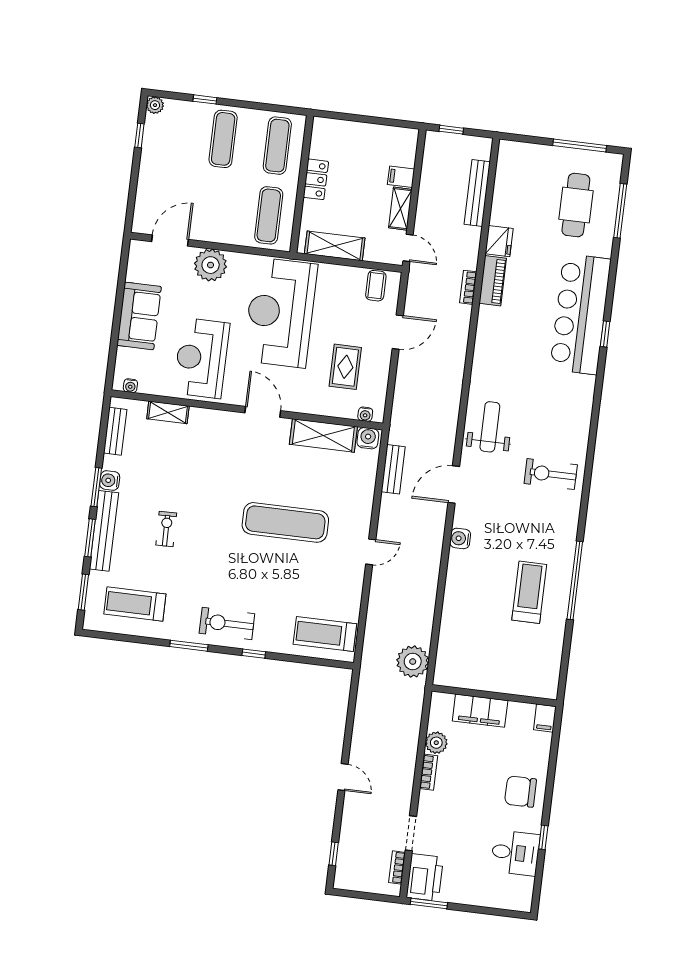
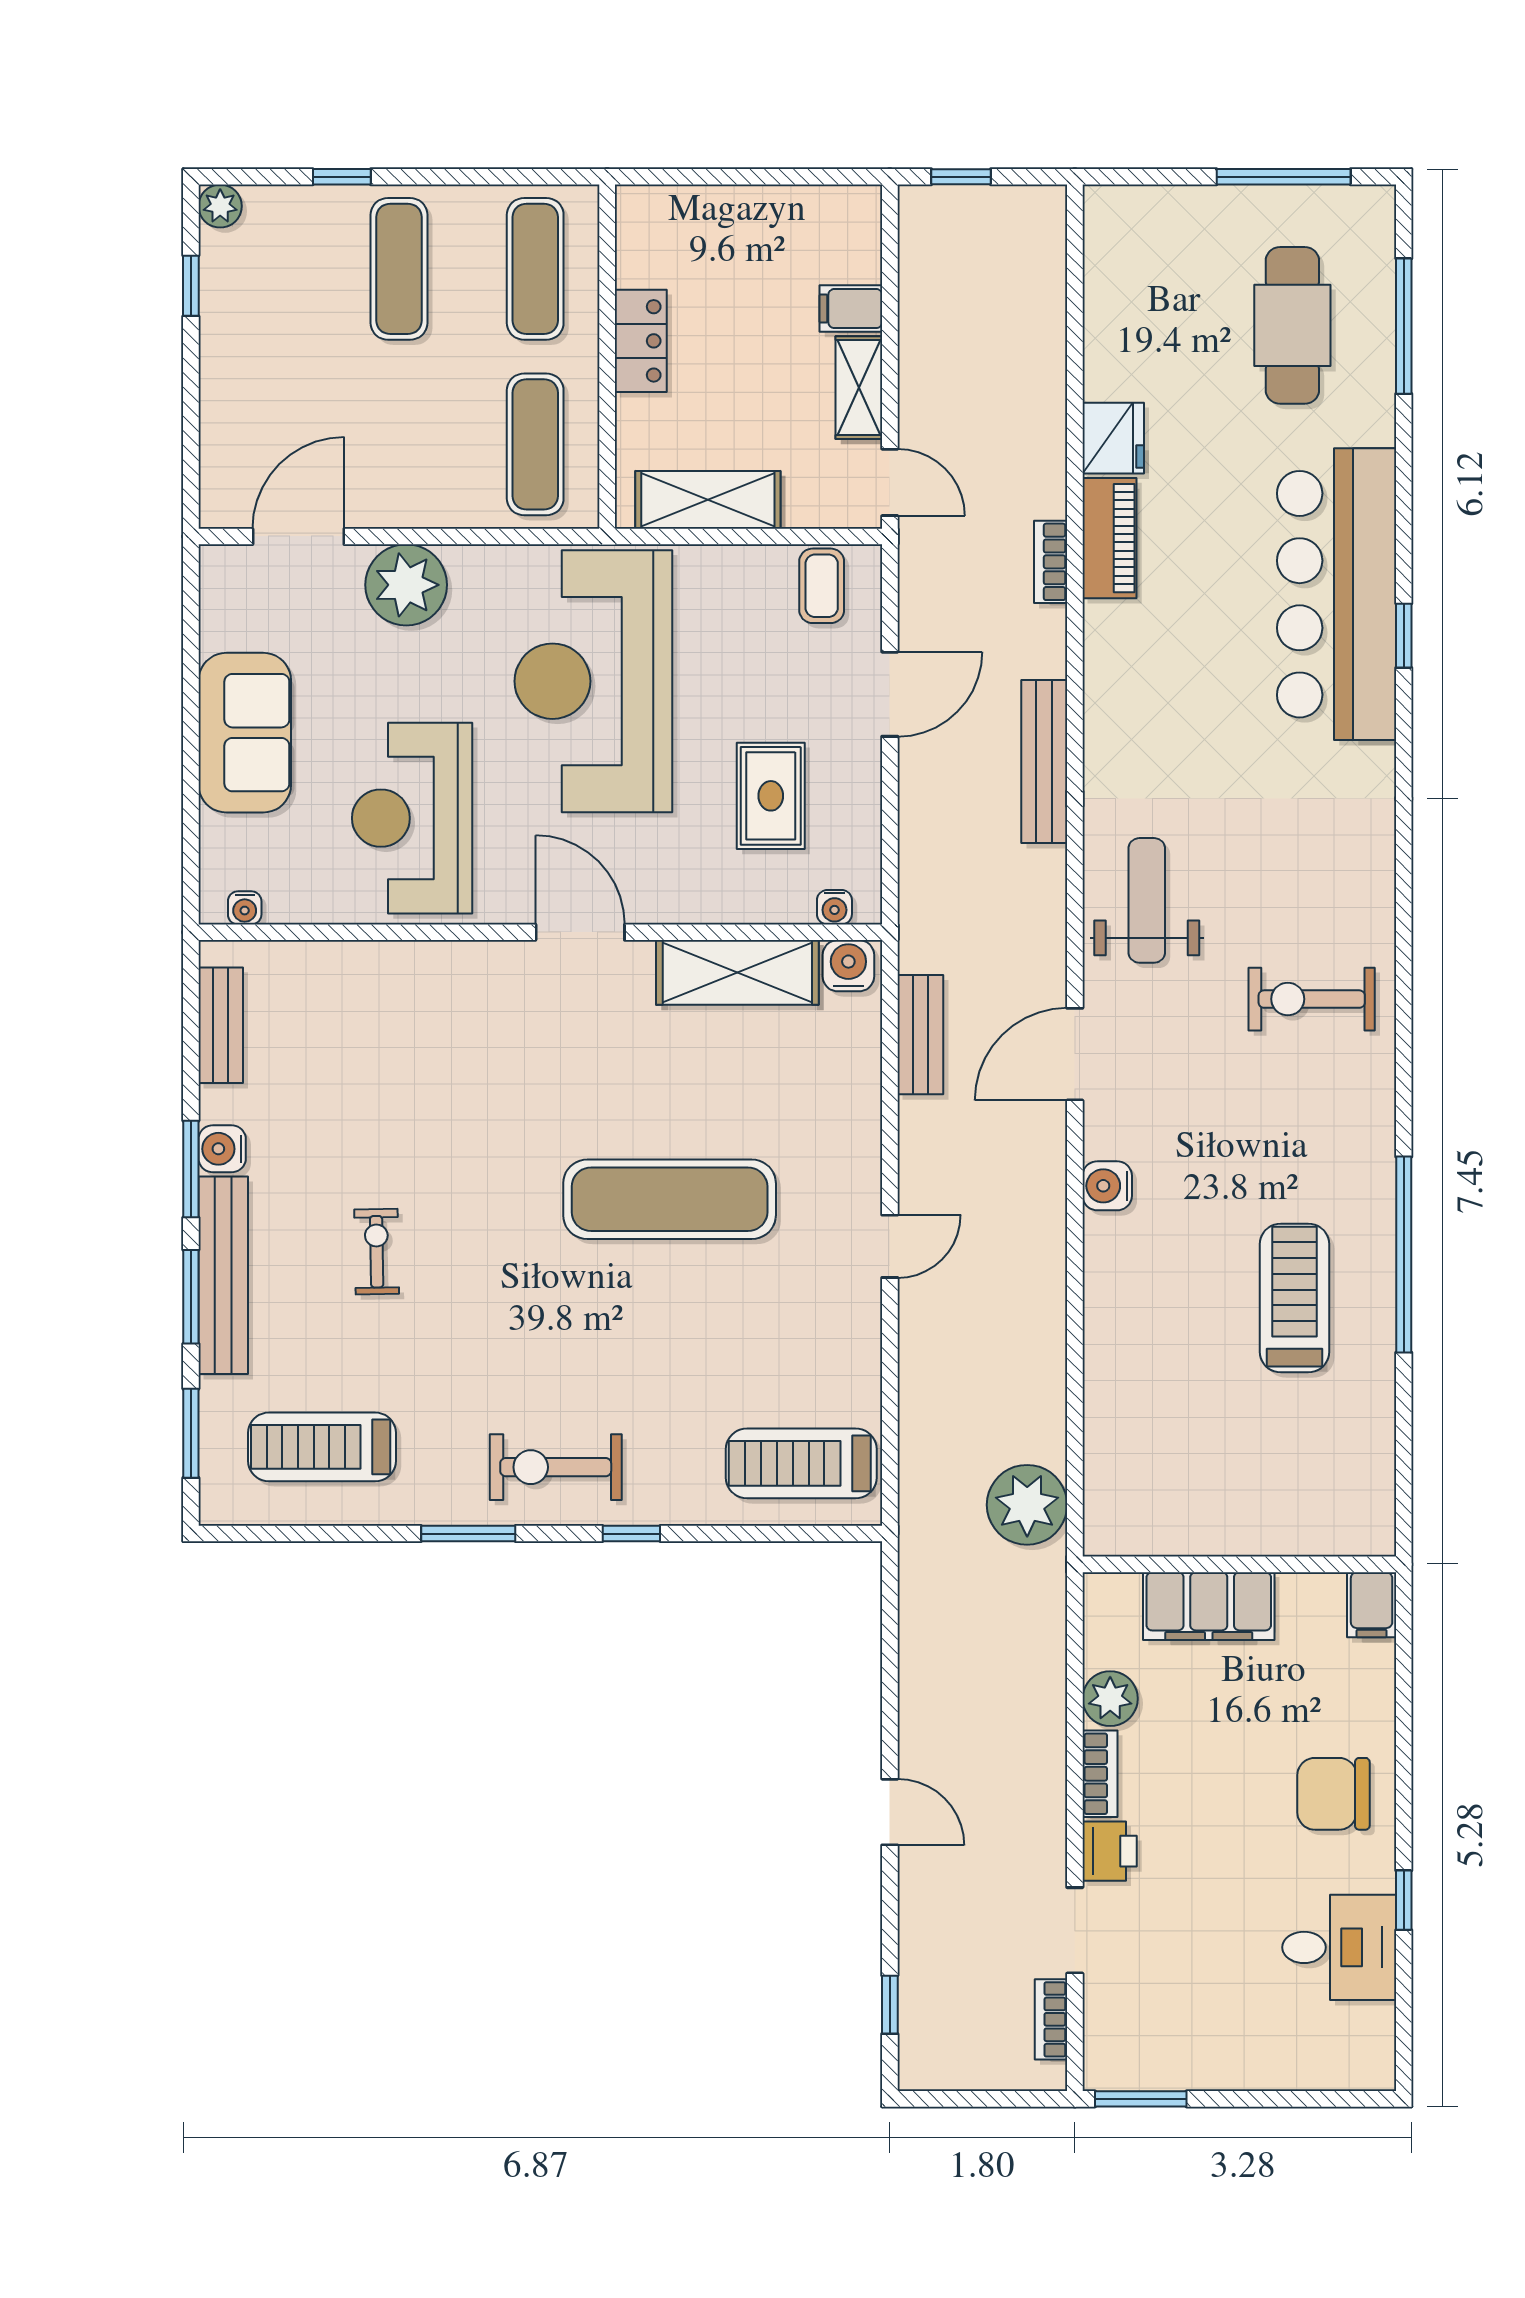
bench: (477, 193) -> (1044, 761), moved
shelving: (168, 412) -> (346, 963), removed
printer: (425, 877) -> (1110, 1851), moved, width x0.53, depth x0.68

